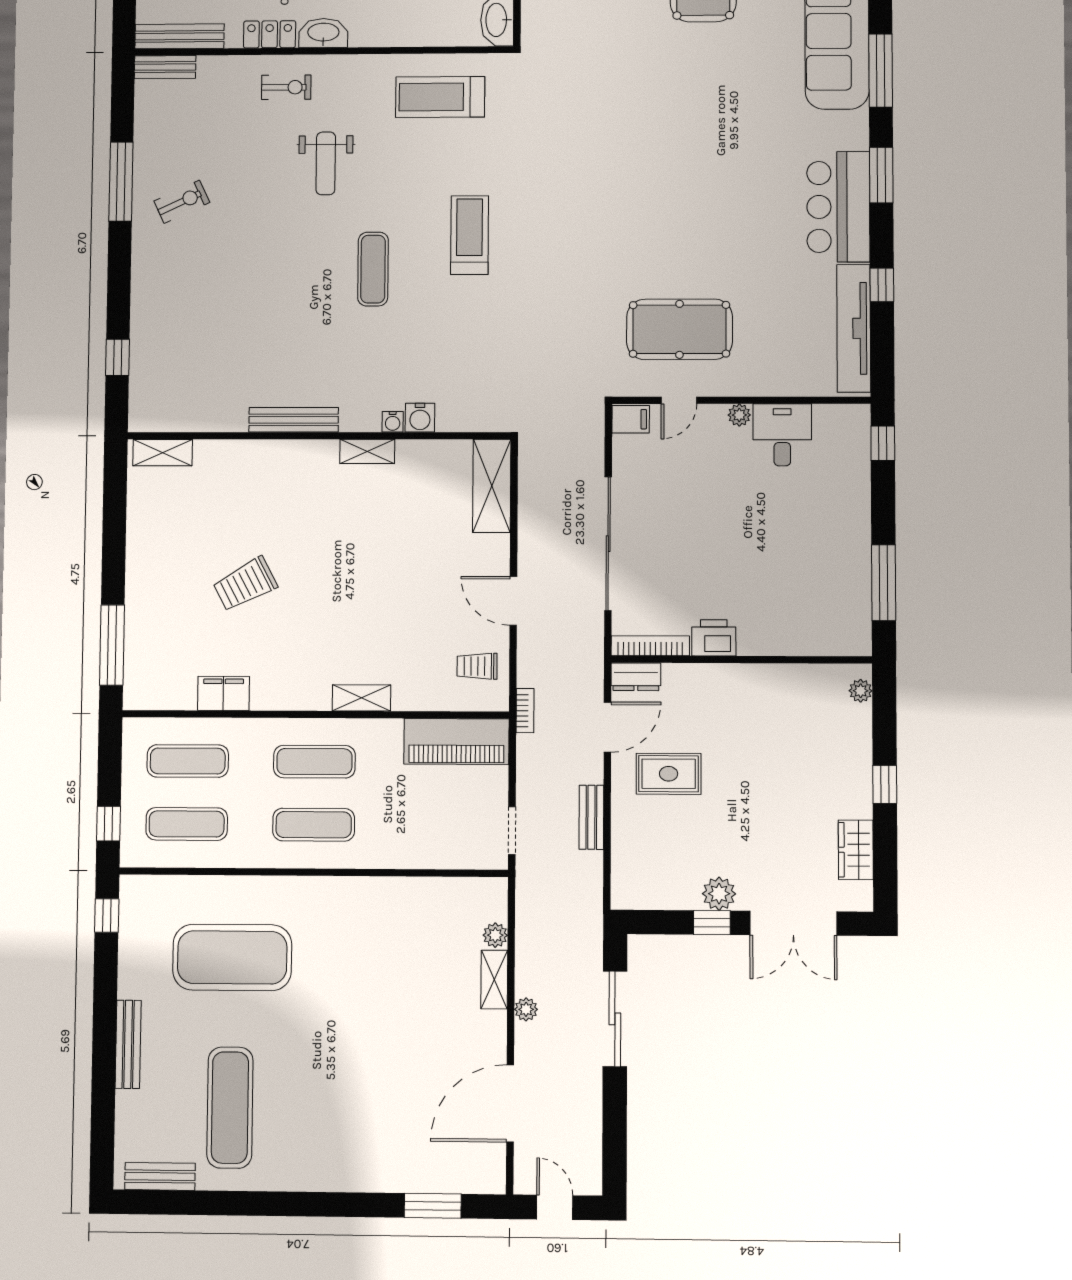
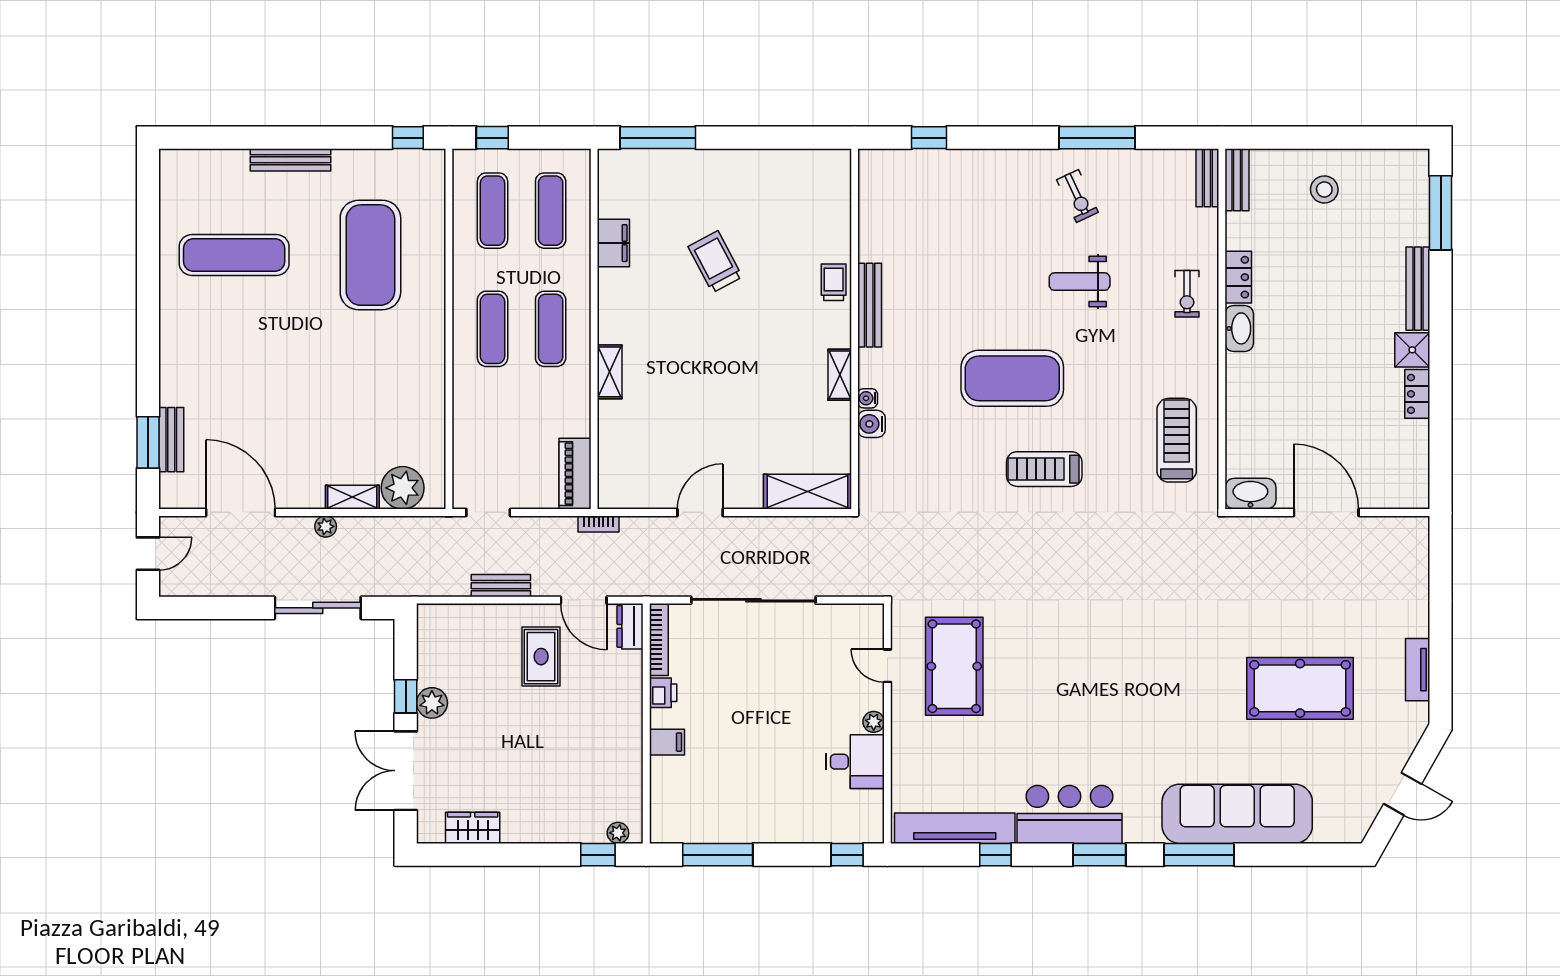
bench: (179, 36) -> (1237, 180), width x0.73
weight bench: (326, 163) -> (1080, 282), moved
treadmill: (469, 235) -> (1044, 469), turned 180
exercise mat: (373, 269) -> (1012, 378), width x2.00, depth x1.45
filing cabinet: (631, 419) -> (667, 742), moved, turned -90
shelving: (163, 453) -> (839, 182), removed
printer: (714, 638) -> (663, 693), width x0.73, depth x0.81
trolley: (477, 666) -> (834, 282), moved
piano: (456, 741) -> (575, 474), width x0.73, depth x0.75
window: (885, 784) -> (598, 855), moved
plant: (495, 935) -> (403, 488), width x1.87, depth x1.87
bench: (160, 1176) -> (171, 440), moved

